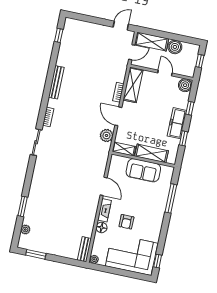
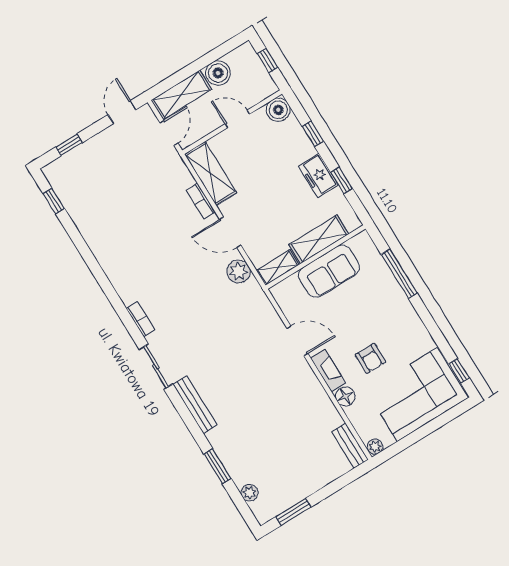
window: (87, 18) -> (69, 145), added
bench: (56, 82) -> (195, 405), moved
freezer: (177, 123) -> (318, 175), width x0.71

